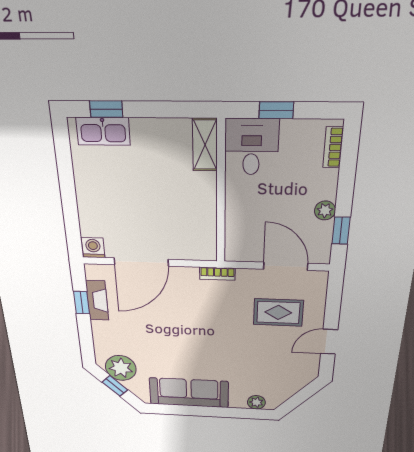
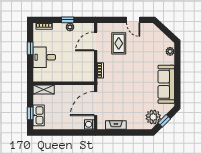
shelving: (205, 145) -> (44, 89), moved
wall: (221, 194) -> (64, 83), moved
window: (341, 231) -> (68, 20), moved
door: (141, 262) -> (96, 104), swing flipped
window: (82, 303) -> (117, 132), removed

